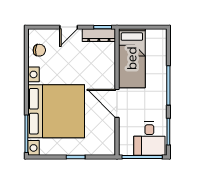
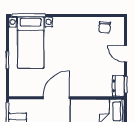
dresser: (99, 35) -> (118, 86), width x0.70
bed with nightstands: (56, 111) -> (31, 42), width x0.54

